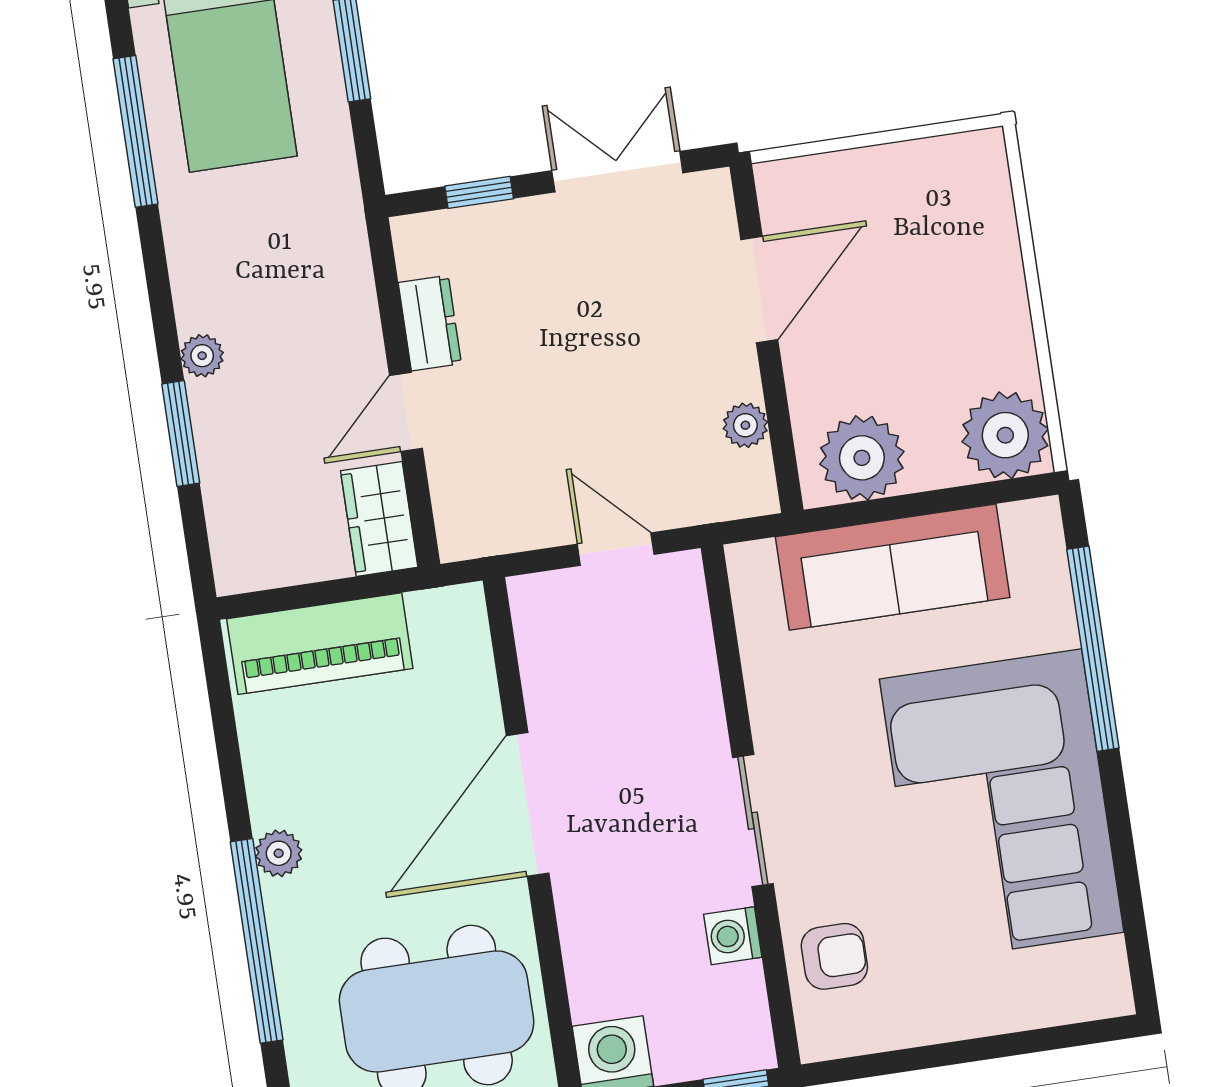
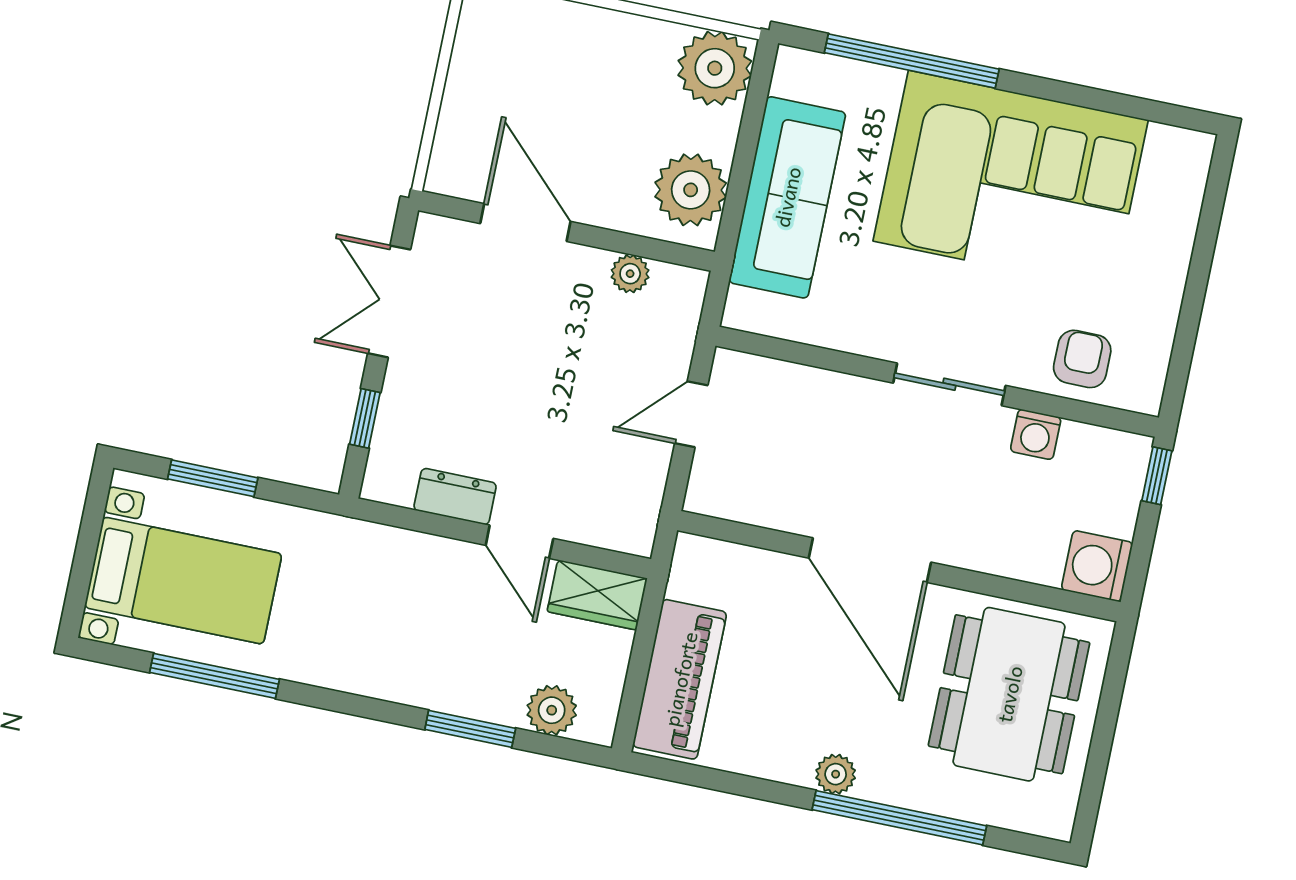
plant: (202, 356) -> (552, 710), moved, width x1.38, depth x1.38

